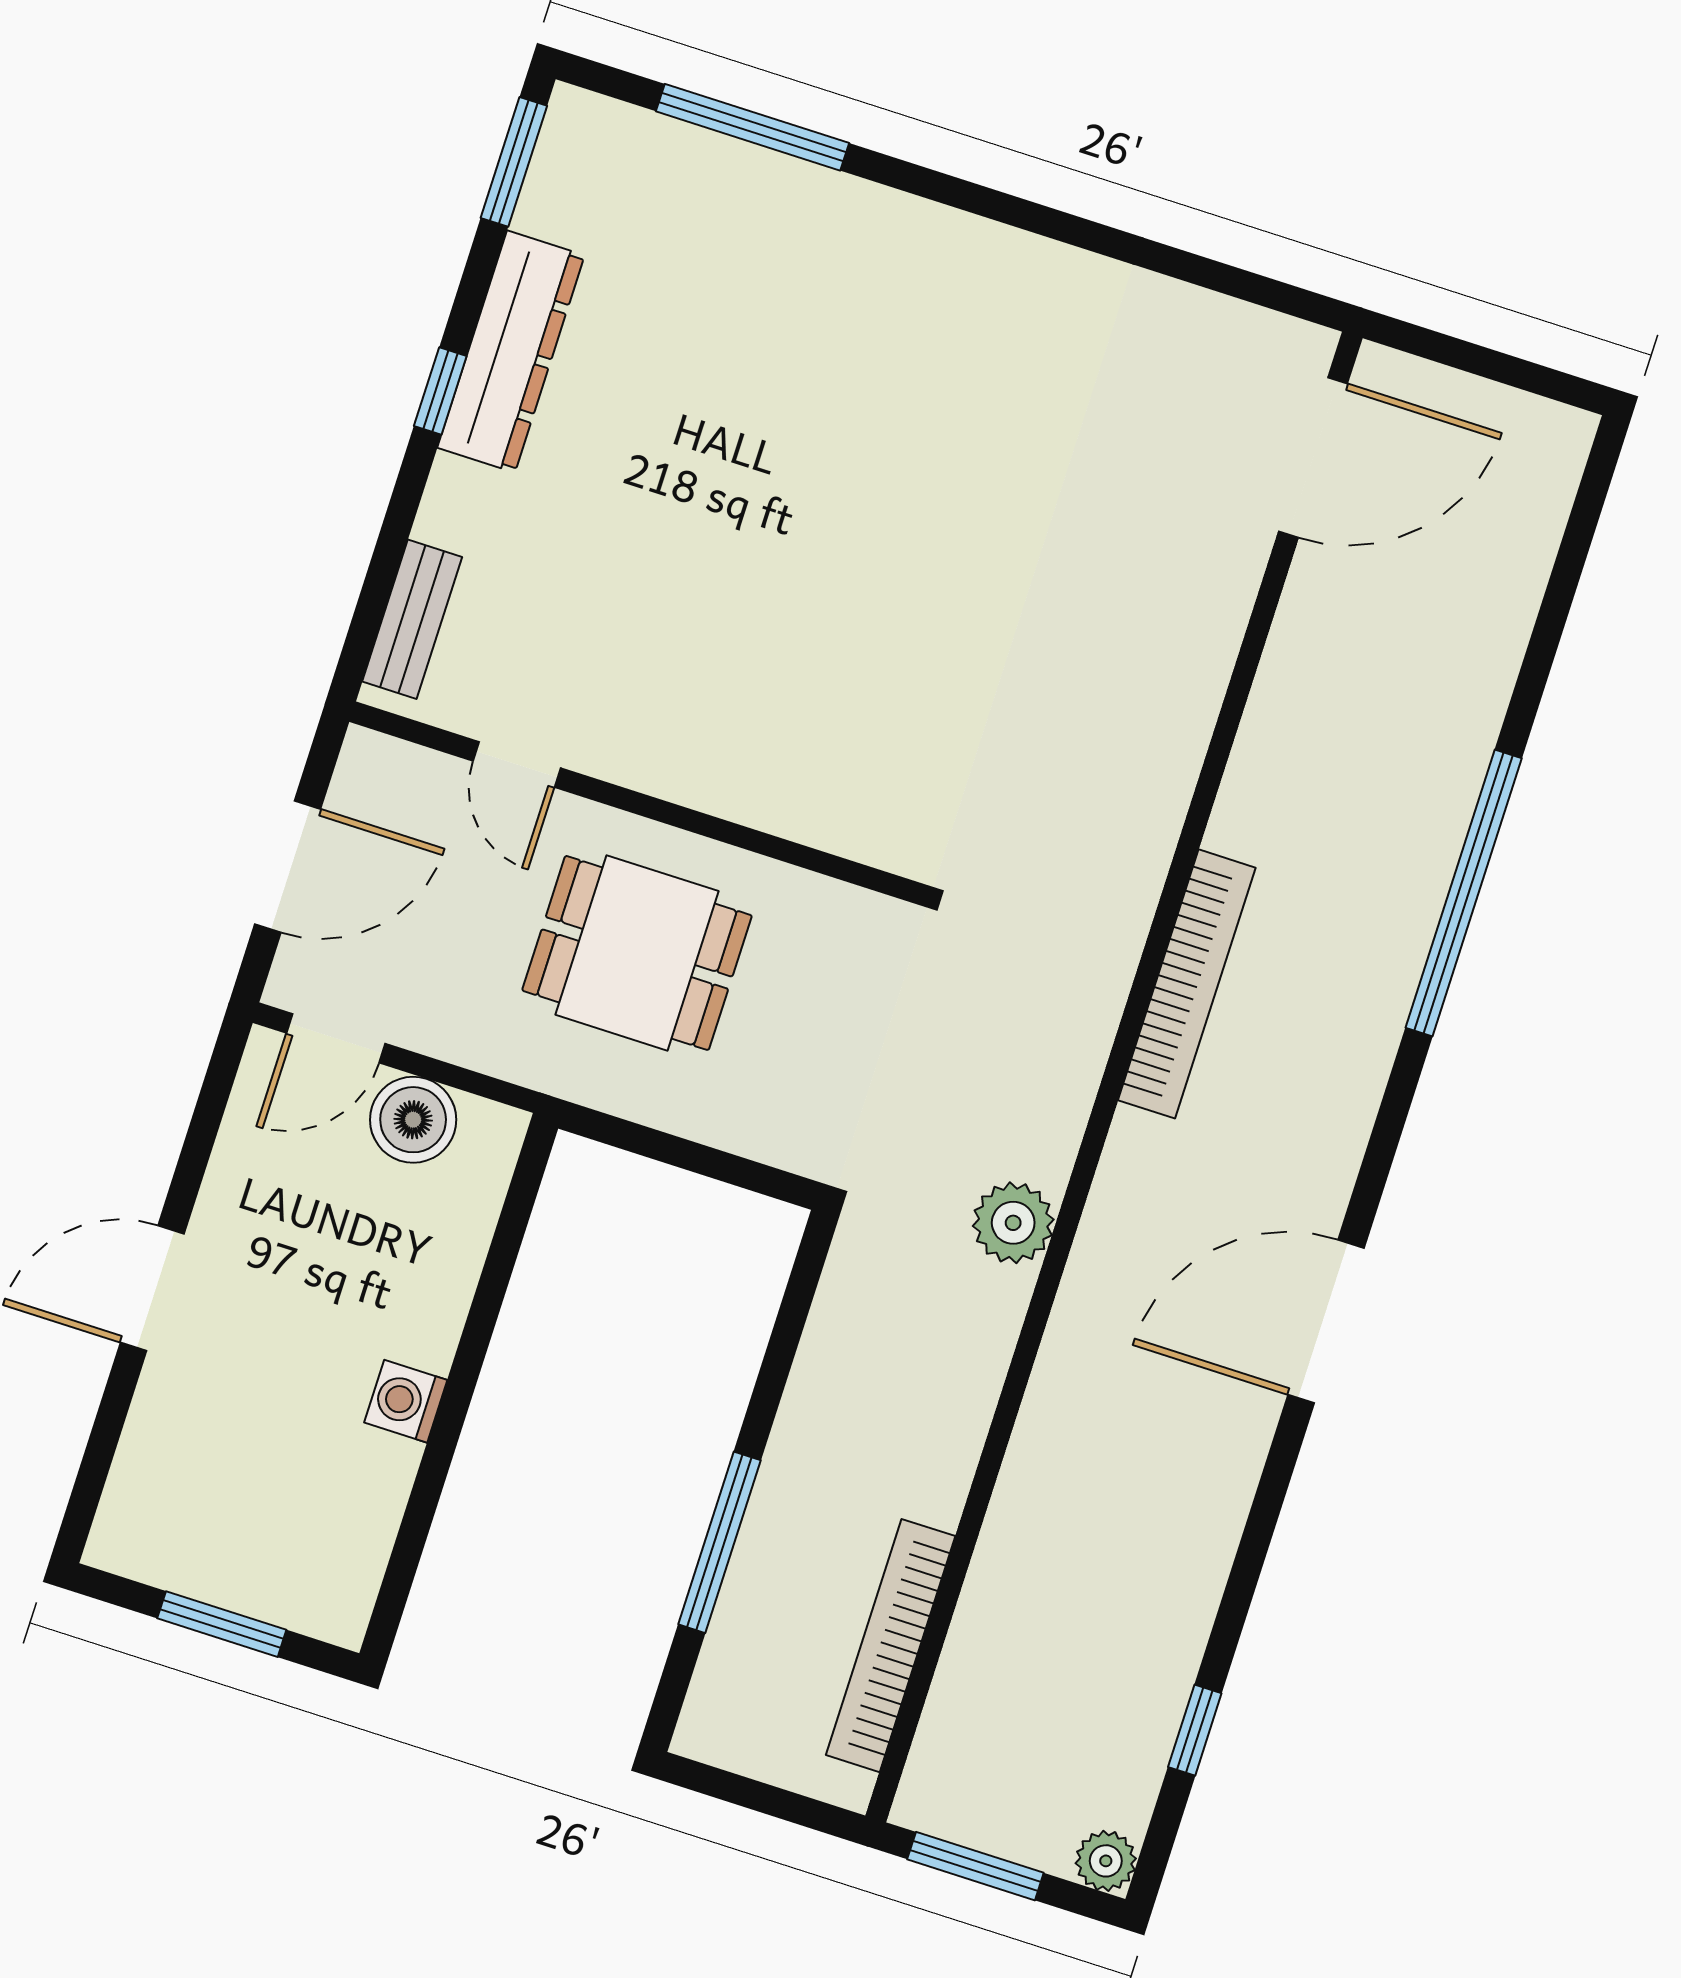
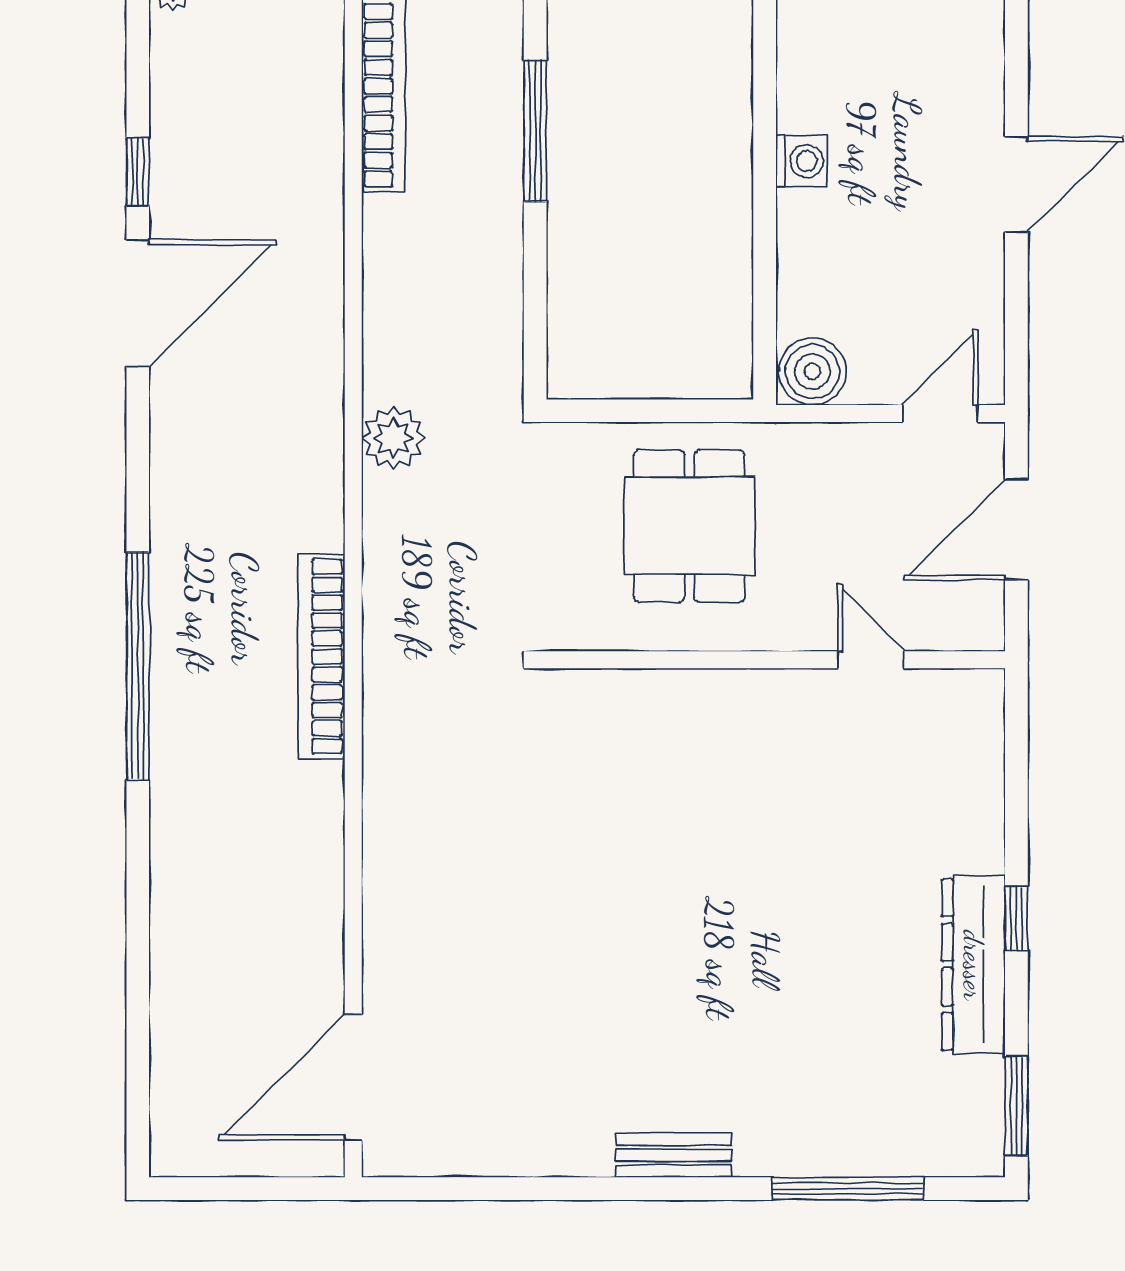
bench: (412, 619) -> (674, 1155), moved, turned 90
window: (1464, 893) -> (138, 666), moved
dining table: (637, 953) -> (689, 526), moved, turned 90
boiler: (413, 1120) -> (812, 372), moved
door: (1326, 1321) -> (138, 303), moved
window: (1195, 1730) -> (138, 172), moved

